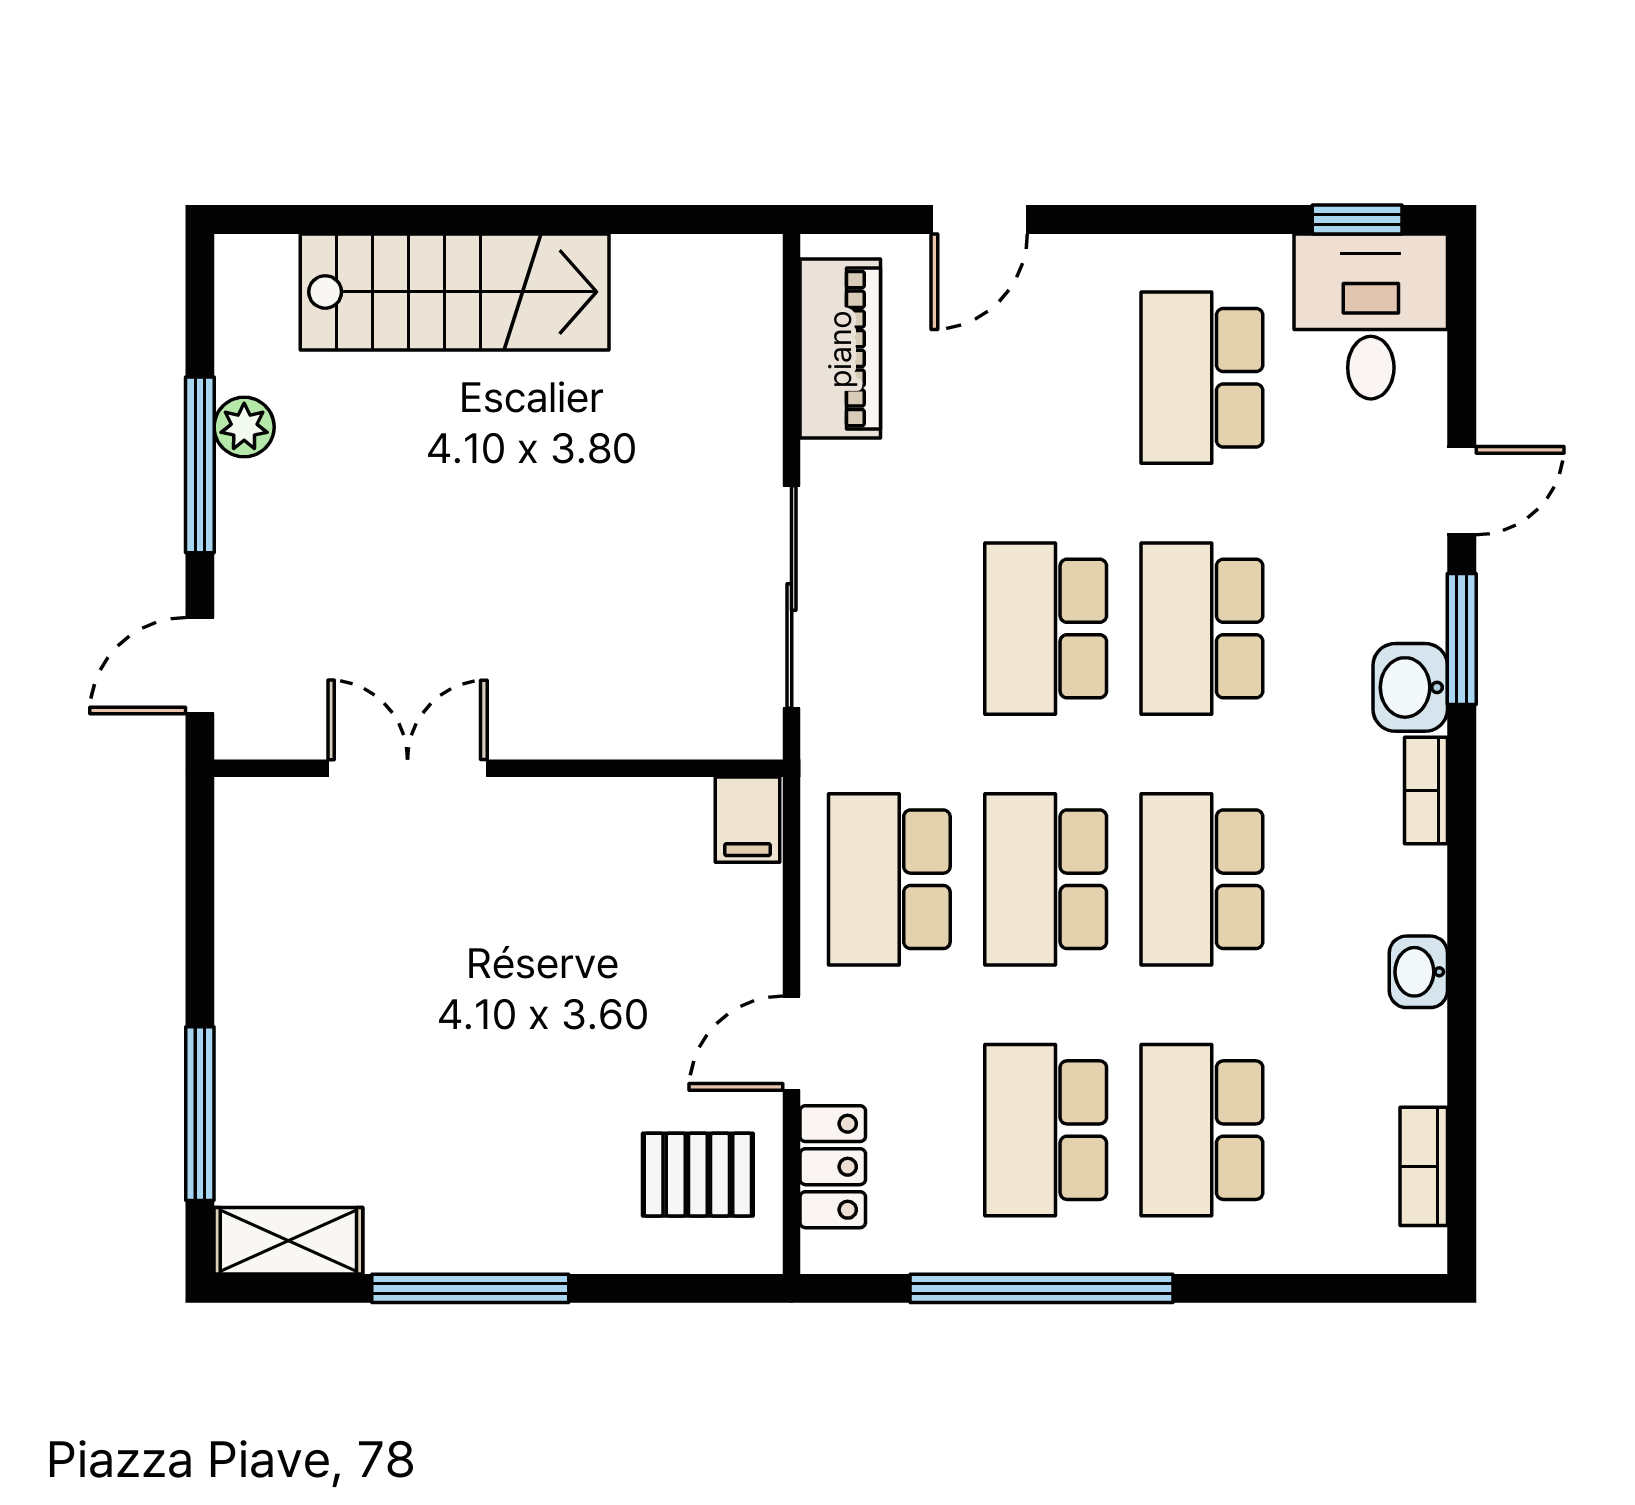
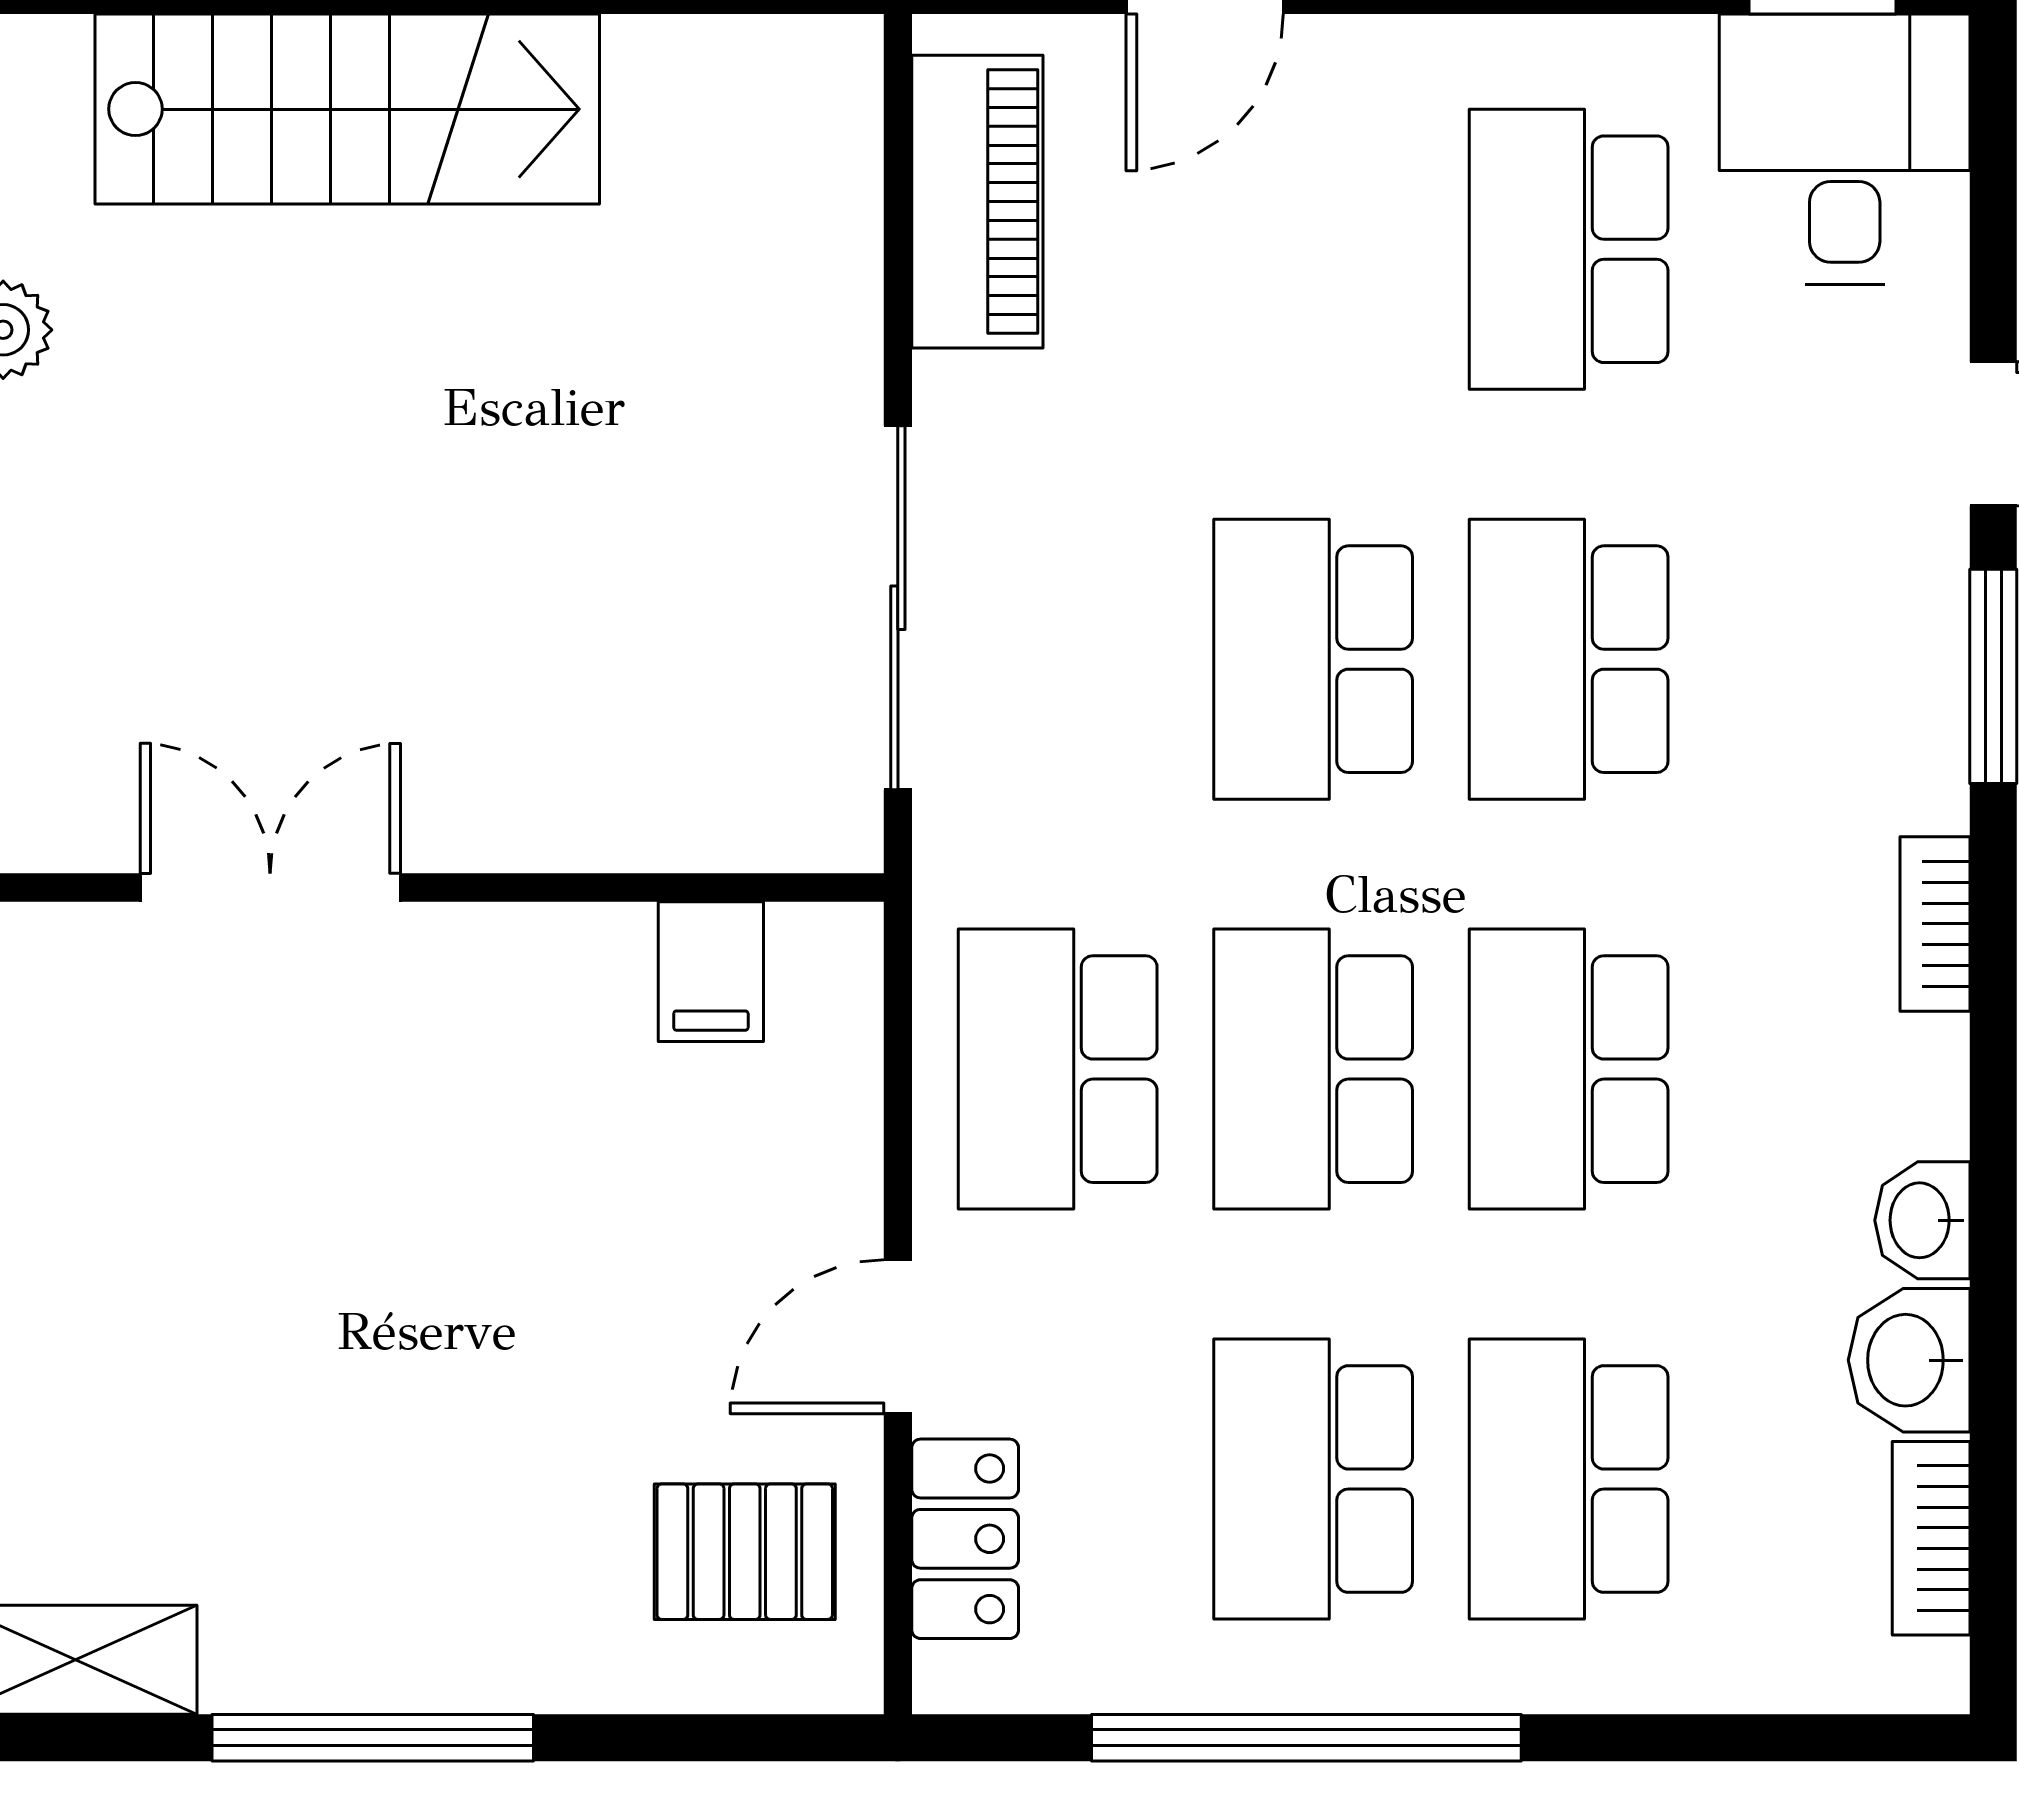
washbasin: (1410, 687) -> (1909, 1360), moved
filing cabinet: (747, 820) -> (711, 972), moved

